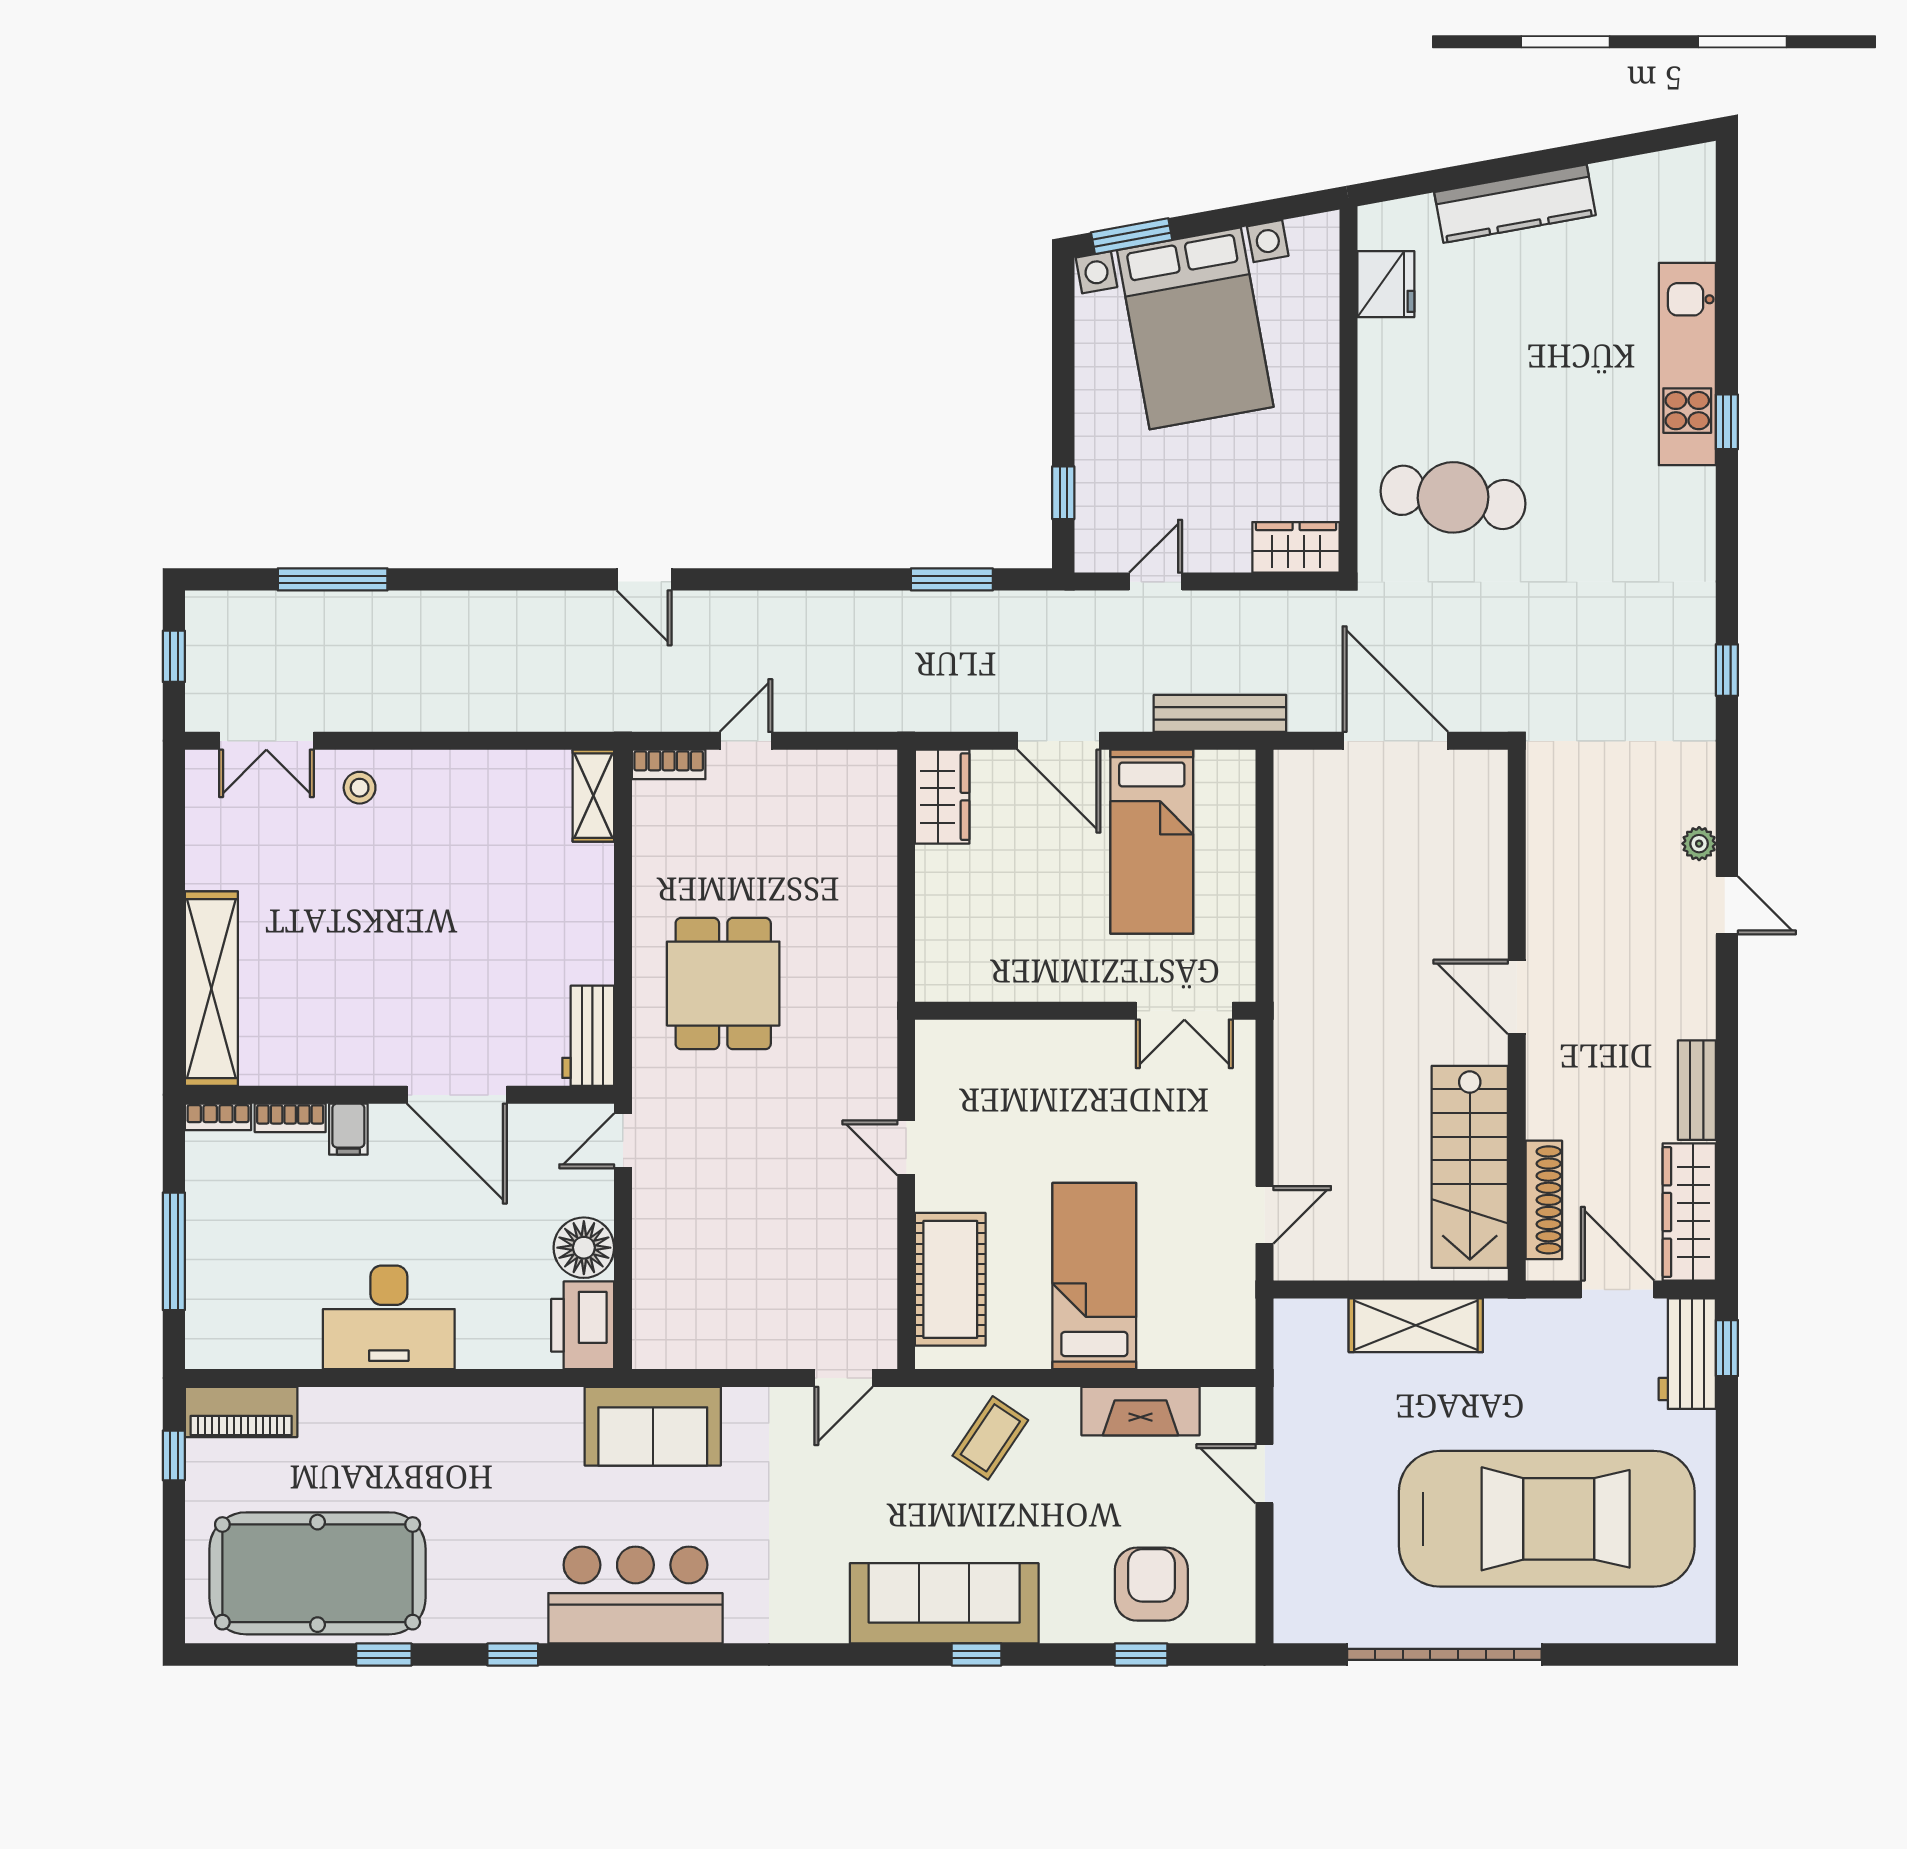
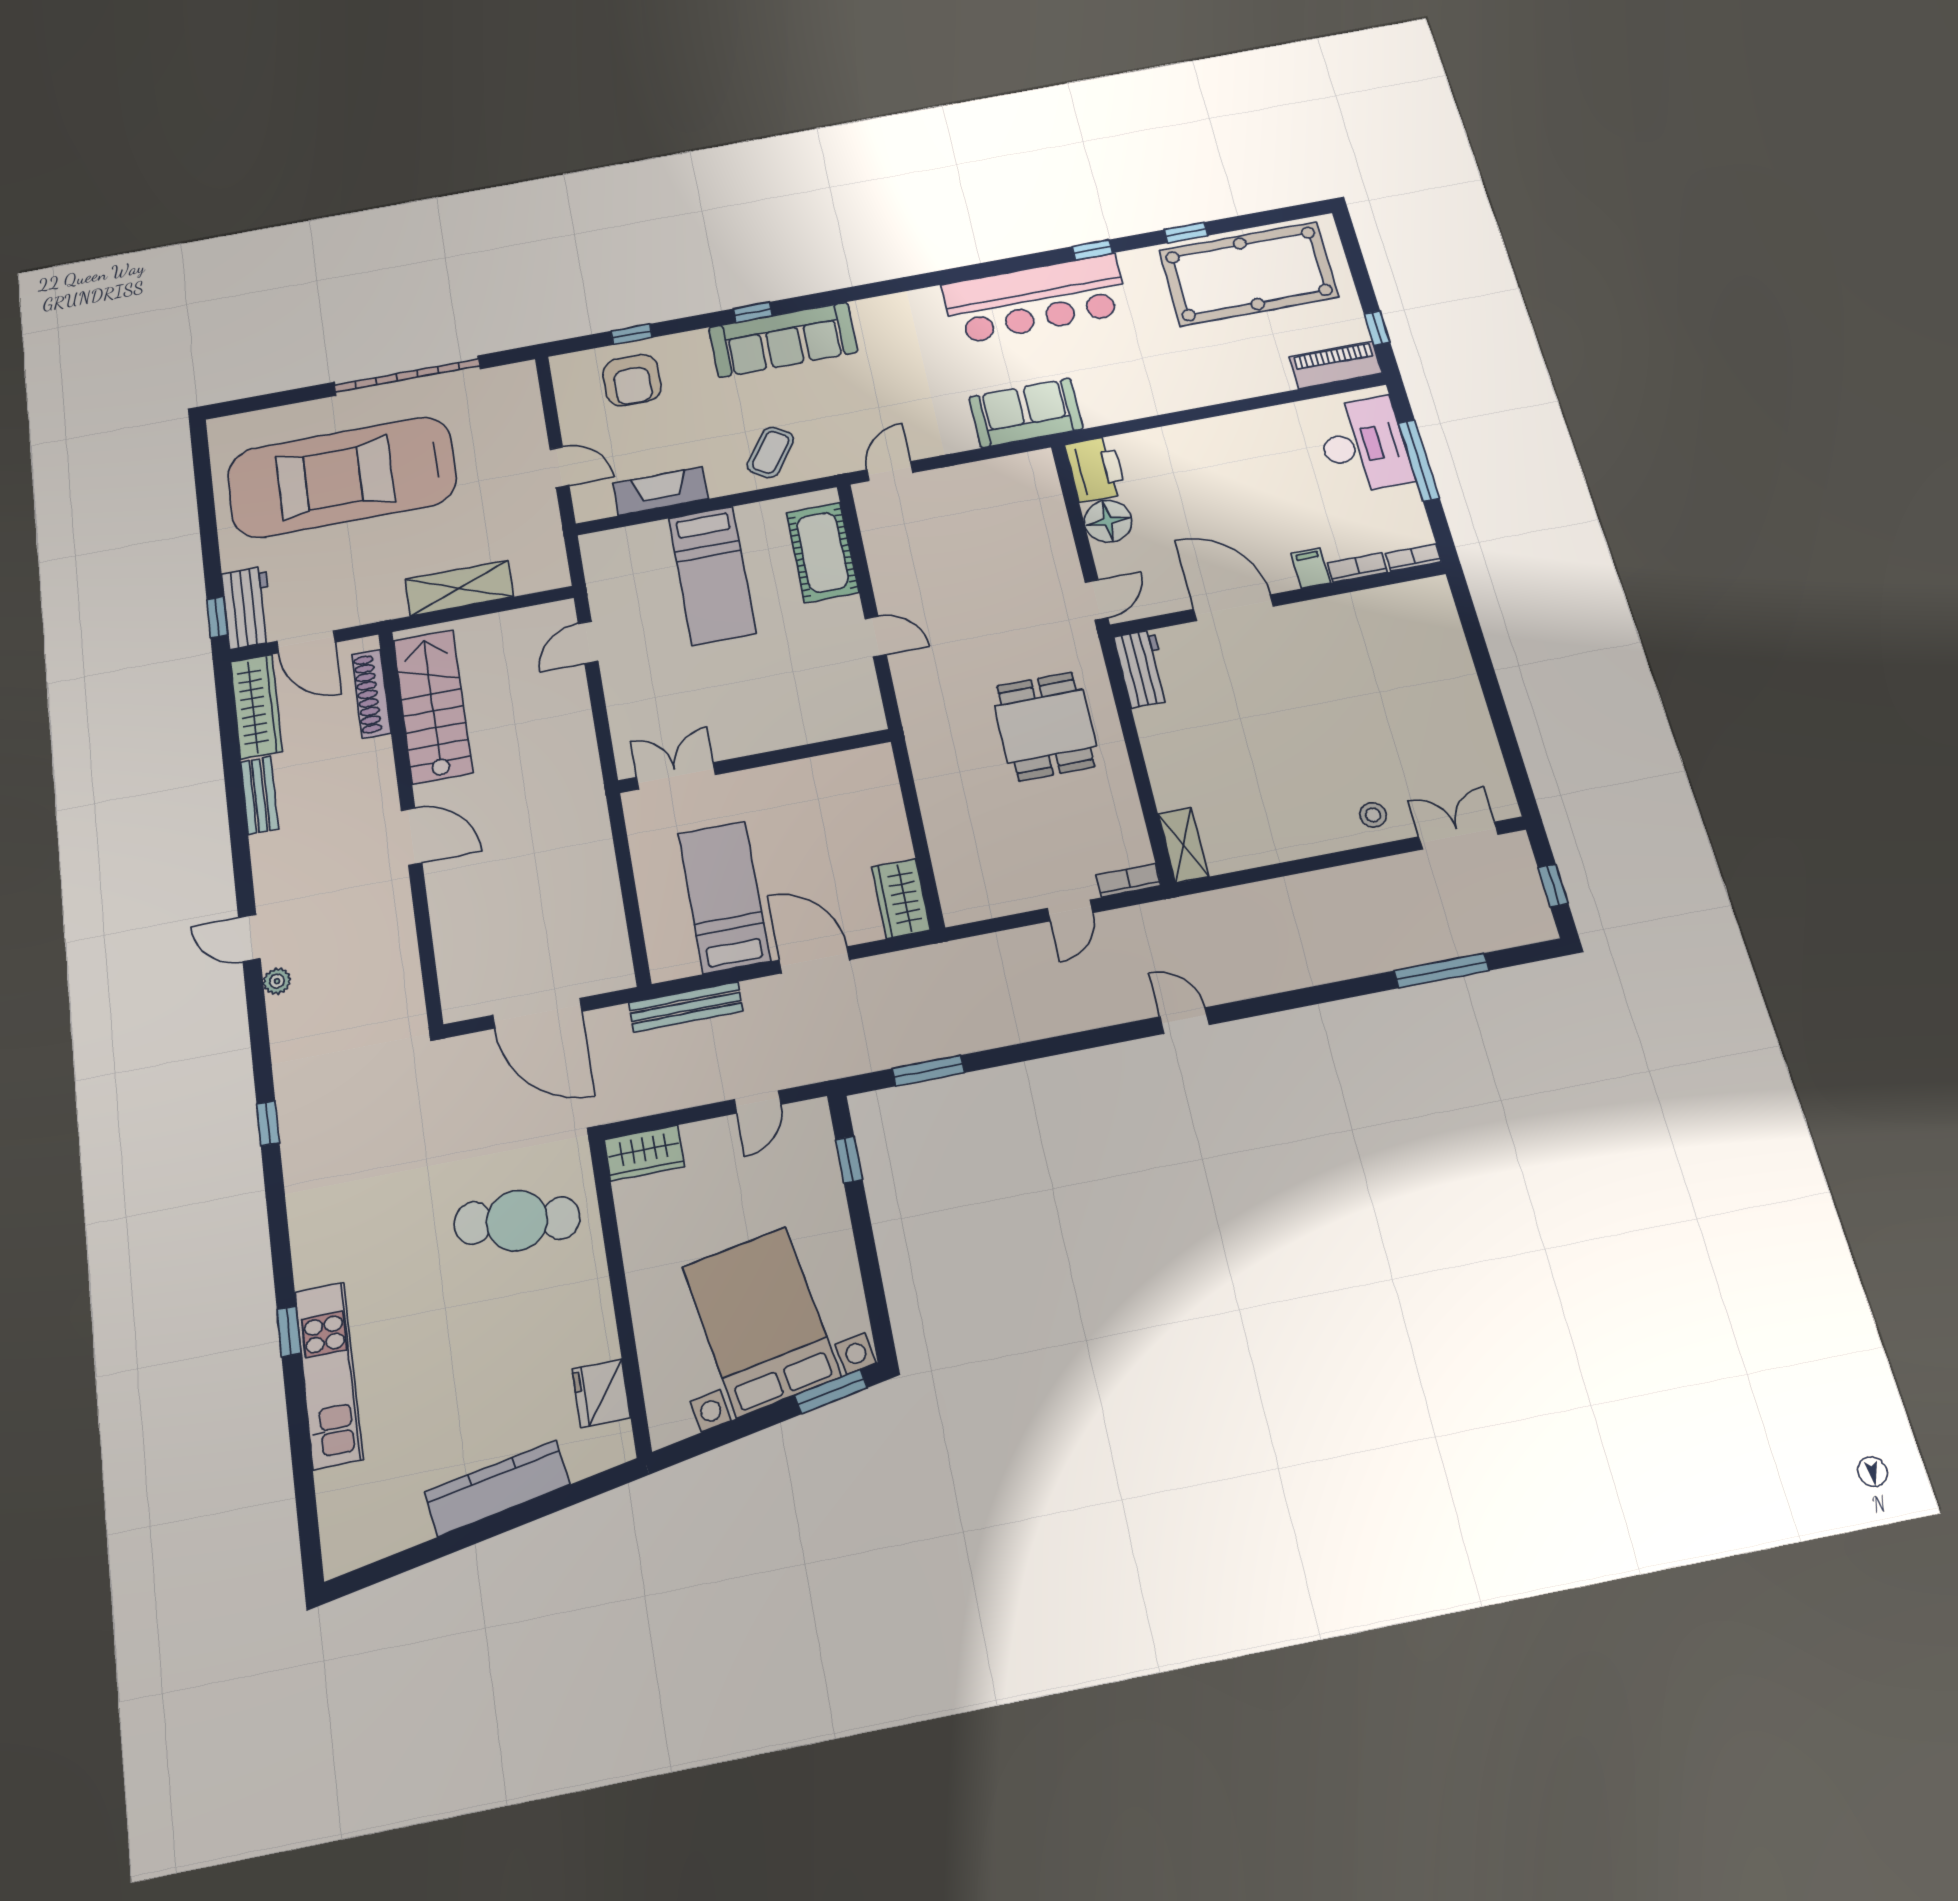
shelving: (211, 989) -> (1446, 646), removed
desk: (389, 1317) -> (1364, 445), moved, turned 90
bar counter: (635, 1595) -> (1035, 299), width x1.36

